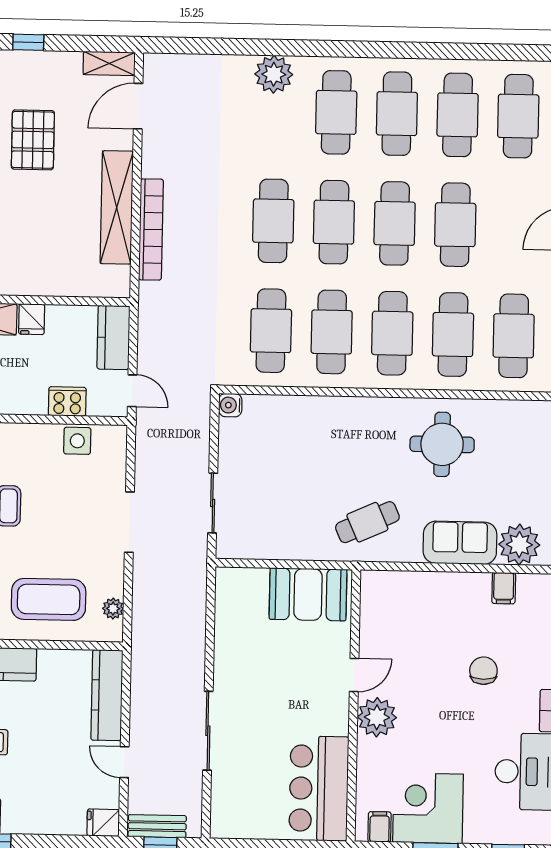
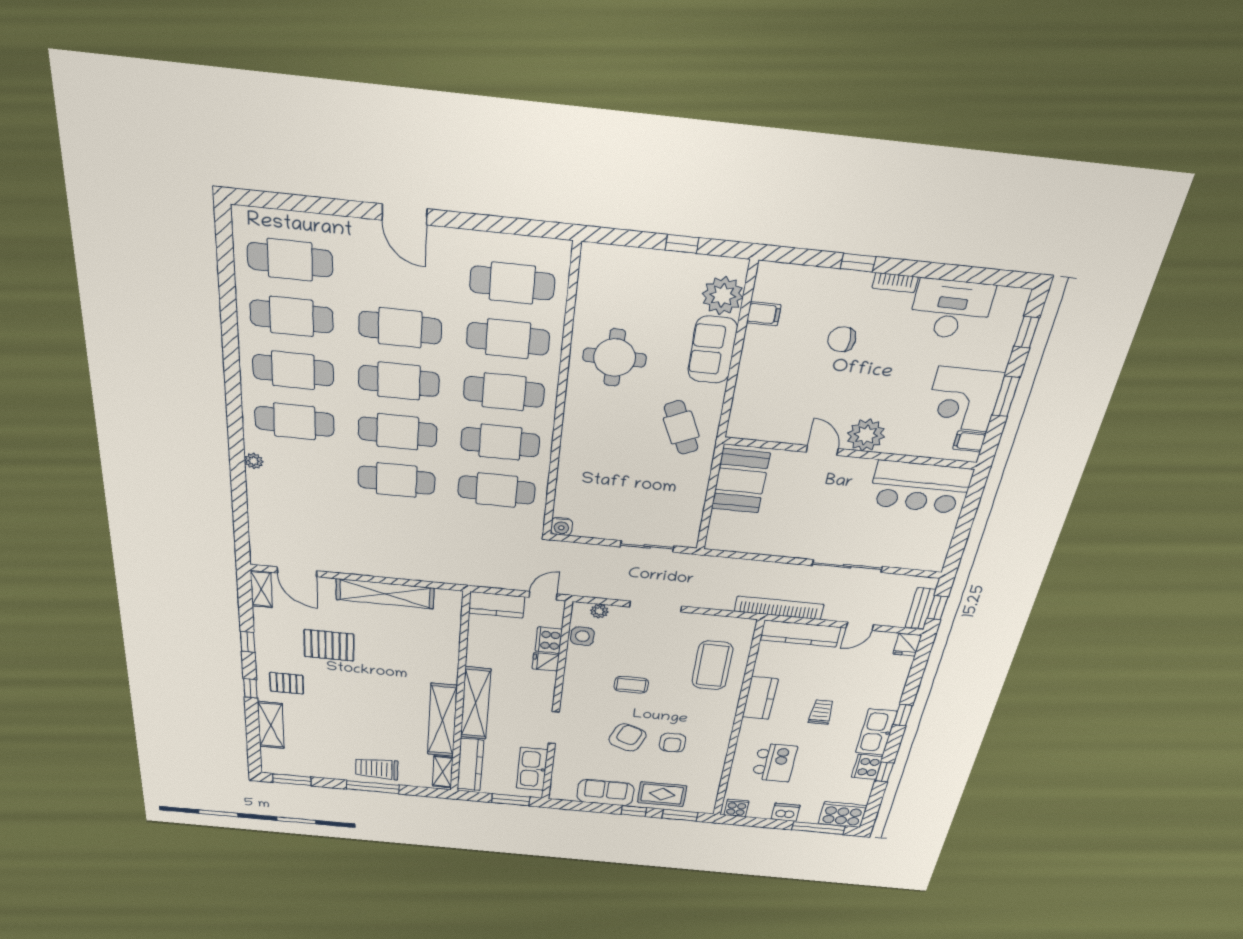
plant: (274, 74) -> (254, 461), width x0.53, depth x0.53
bookcase: (151, 229) -> (779, 608), moved
fridge: (32, 319) -> (546, 662), moved, turned 180
plant: (113, 609) -> (599, 611), moved

